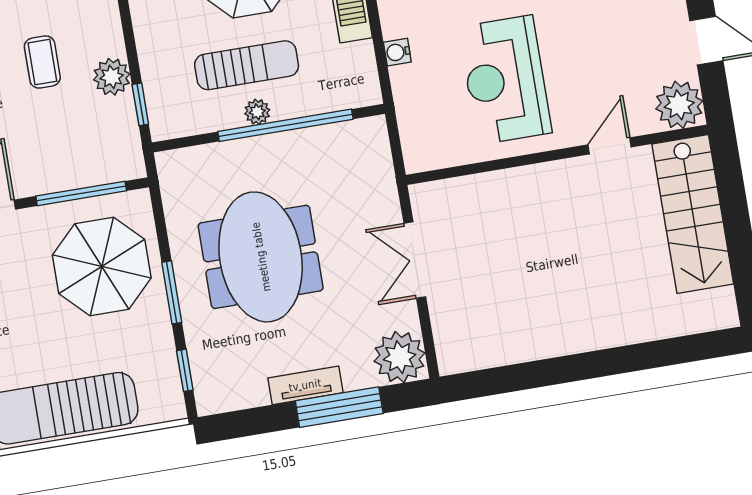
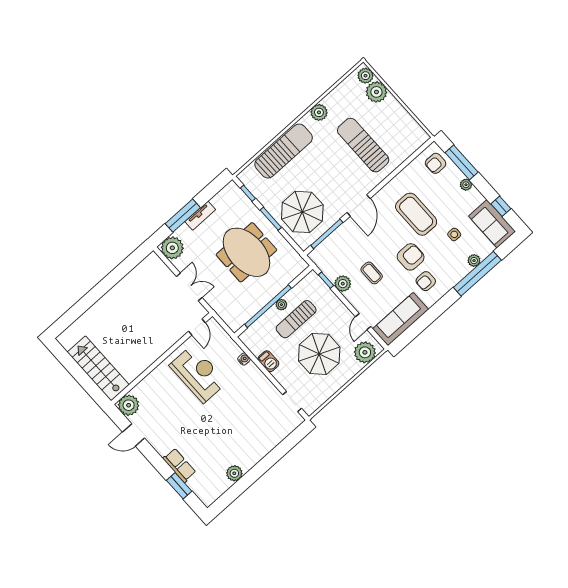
door: (610, 146) -> (197, 327), moved

